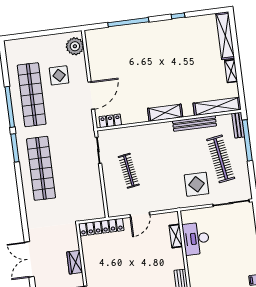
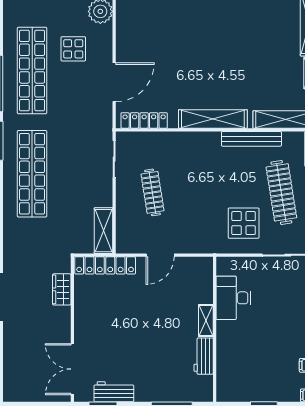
shelving: (165, 113) -> (213, 119), width x1.47
locker: (110, 121) -> (144, 120), width x1.53
shelving: (97, 202) -> (103, 231), added
shelving: (176, 236) -> (206, 320), moved
wardrobe: (75, 262) -> (62, 289), moved

